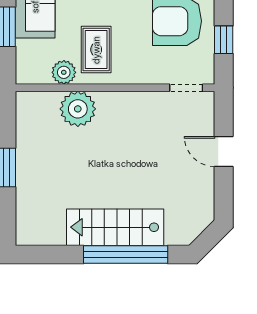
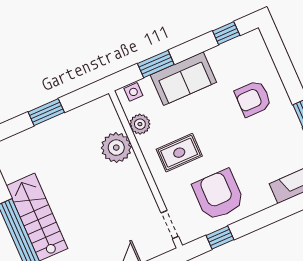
rug: (96, 50) -> (179, 153), moved
side table: (26, 64) -> (133, 92), added

